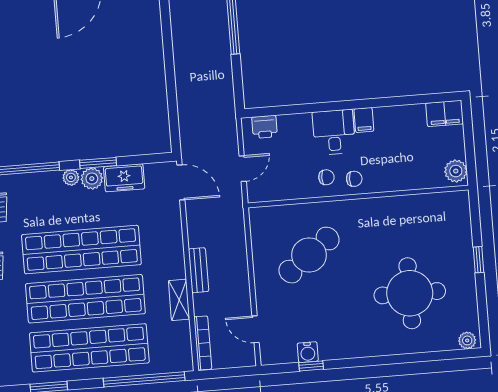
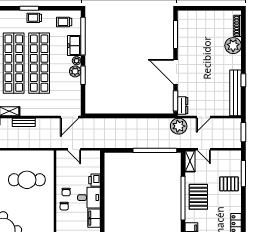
filing cabinet: (364, 120) -> (94, 218), width x2.00
printer: (265, 127) -> (95, 180), moved
freezer: (124, 178) -> (74, 46), moved
cafe table: (309, 255) -> (27, 180), turned -53

